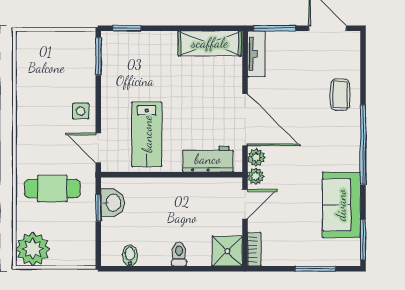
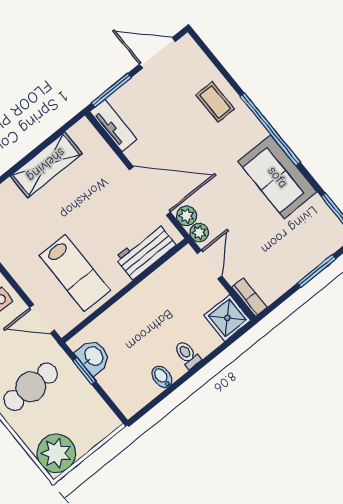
shelving: (210, 43) -> (46, 165), moved
sofa: (341, 205) -> (278, 177), moved
bidet: (130, 255) -> (162, 377), moved

